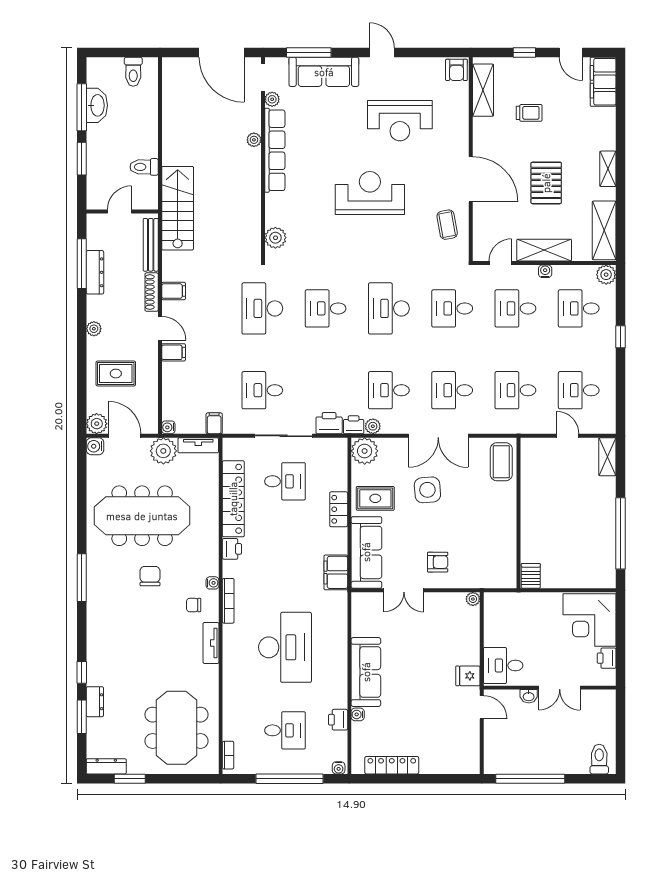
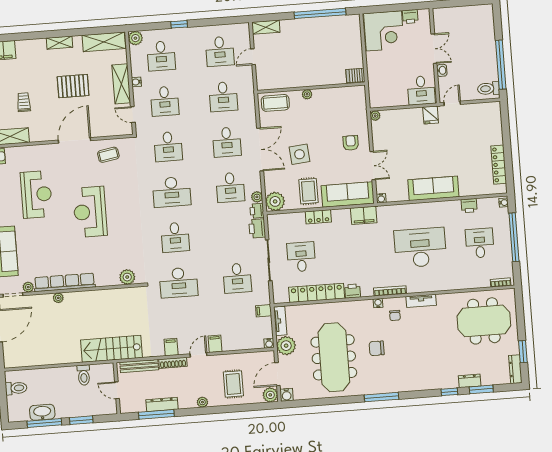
plant: (510, 507) -> (307, 94), added
water cooler: (358, 714) -> (381, 198), moved
toilet: (599, 759) -> (488, 89), moved

